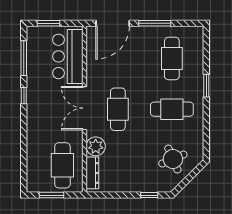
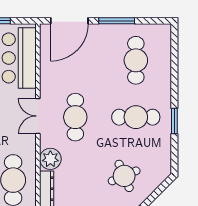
window: (206, 86) -> (174, 121), moved
double door: (85, 108) -> (38, 116), width x0.73
round table: (173, 159) -> (124, 176), moved

